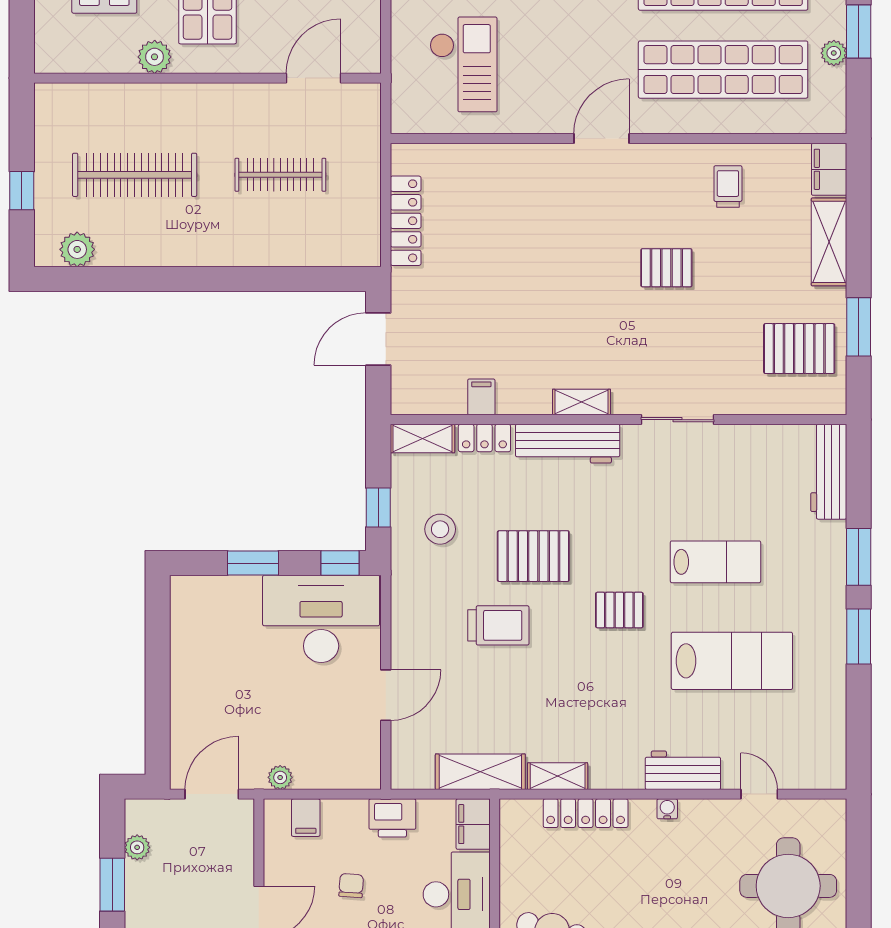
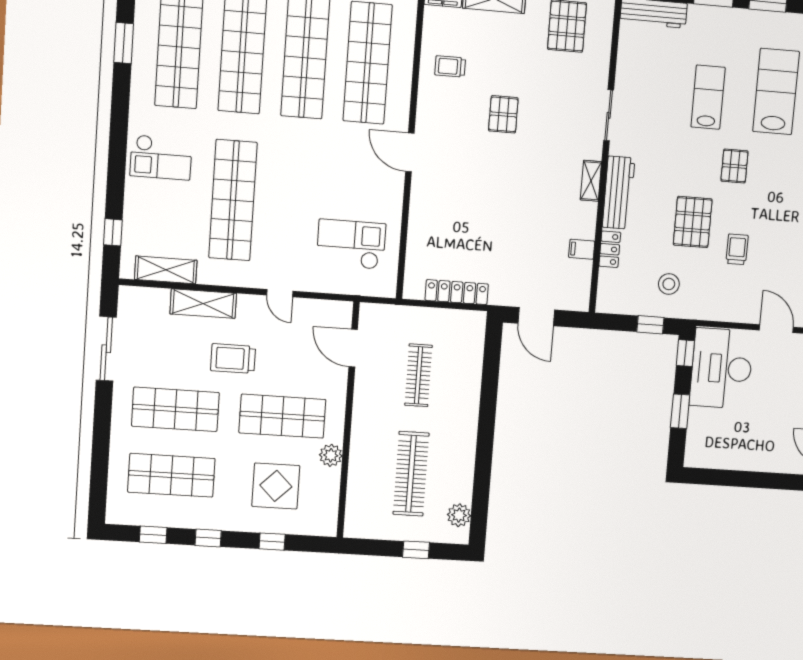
shelving: (422, 439) -> (606, 291), removed
trolley: (498, 625) -> (737, 249), width x0.73, depth x0.72

